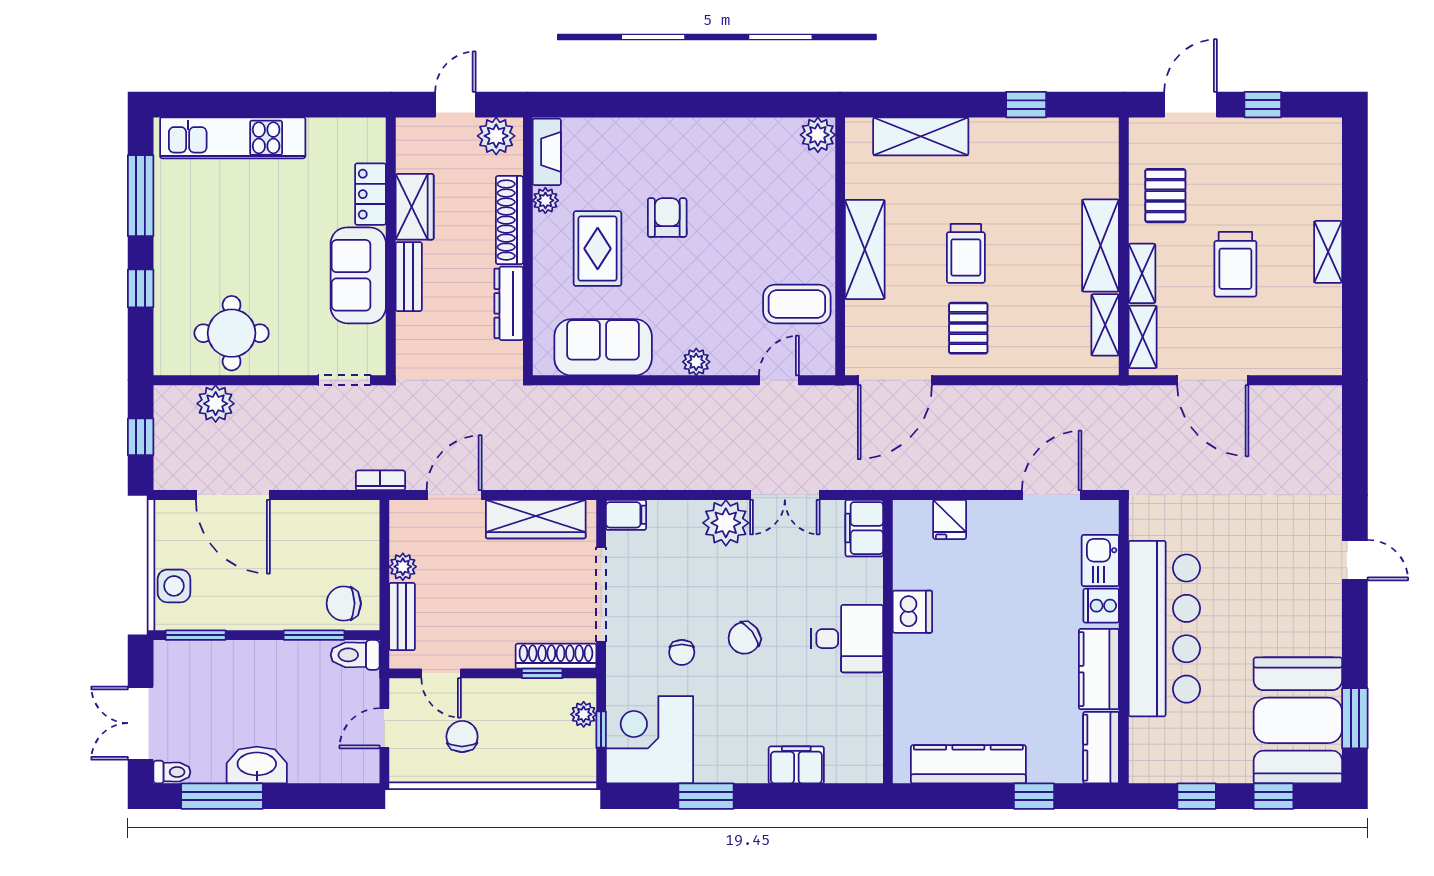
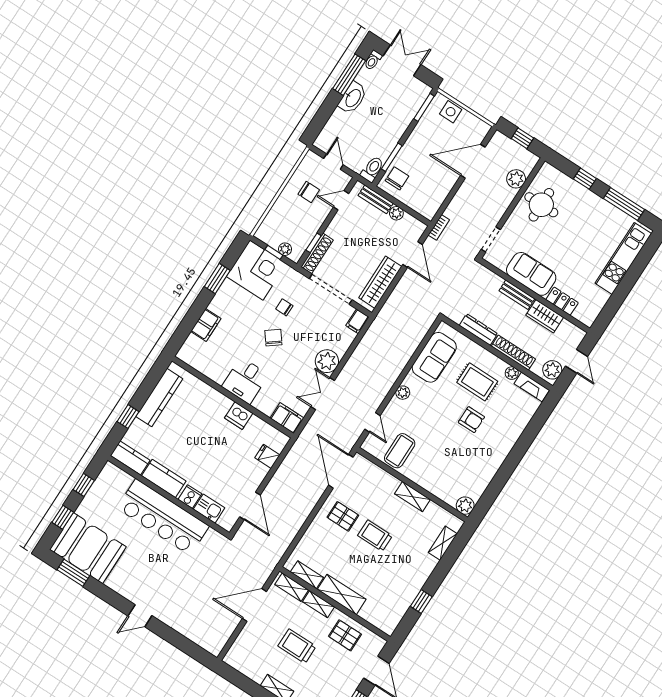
shelving: (921, 136) -> (443, 543), width x0.67, depth x0.75
shelving: (865, 249) -> (412, 497), width x0.67, depth x0.75

